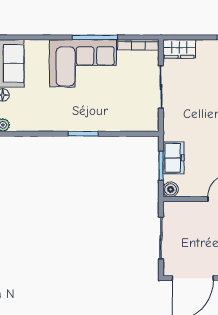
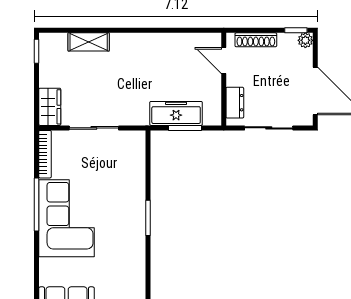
freezer: (173, 158) -> (176, 113), width x1.40
boiler: (171, 189) -> (213, 117), removed
dresser: (183, 209) -> (235, 103), added

